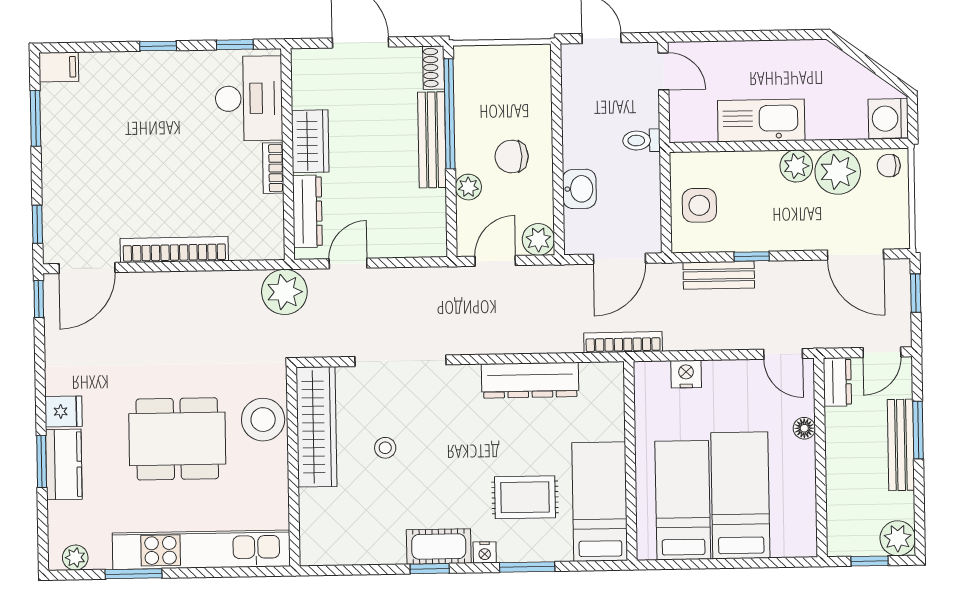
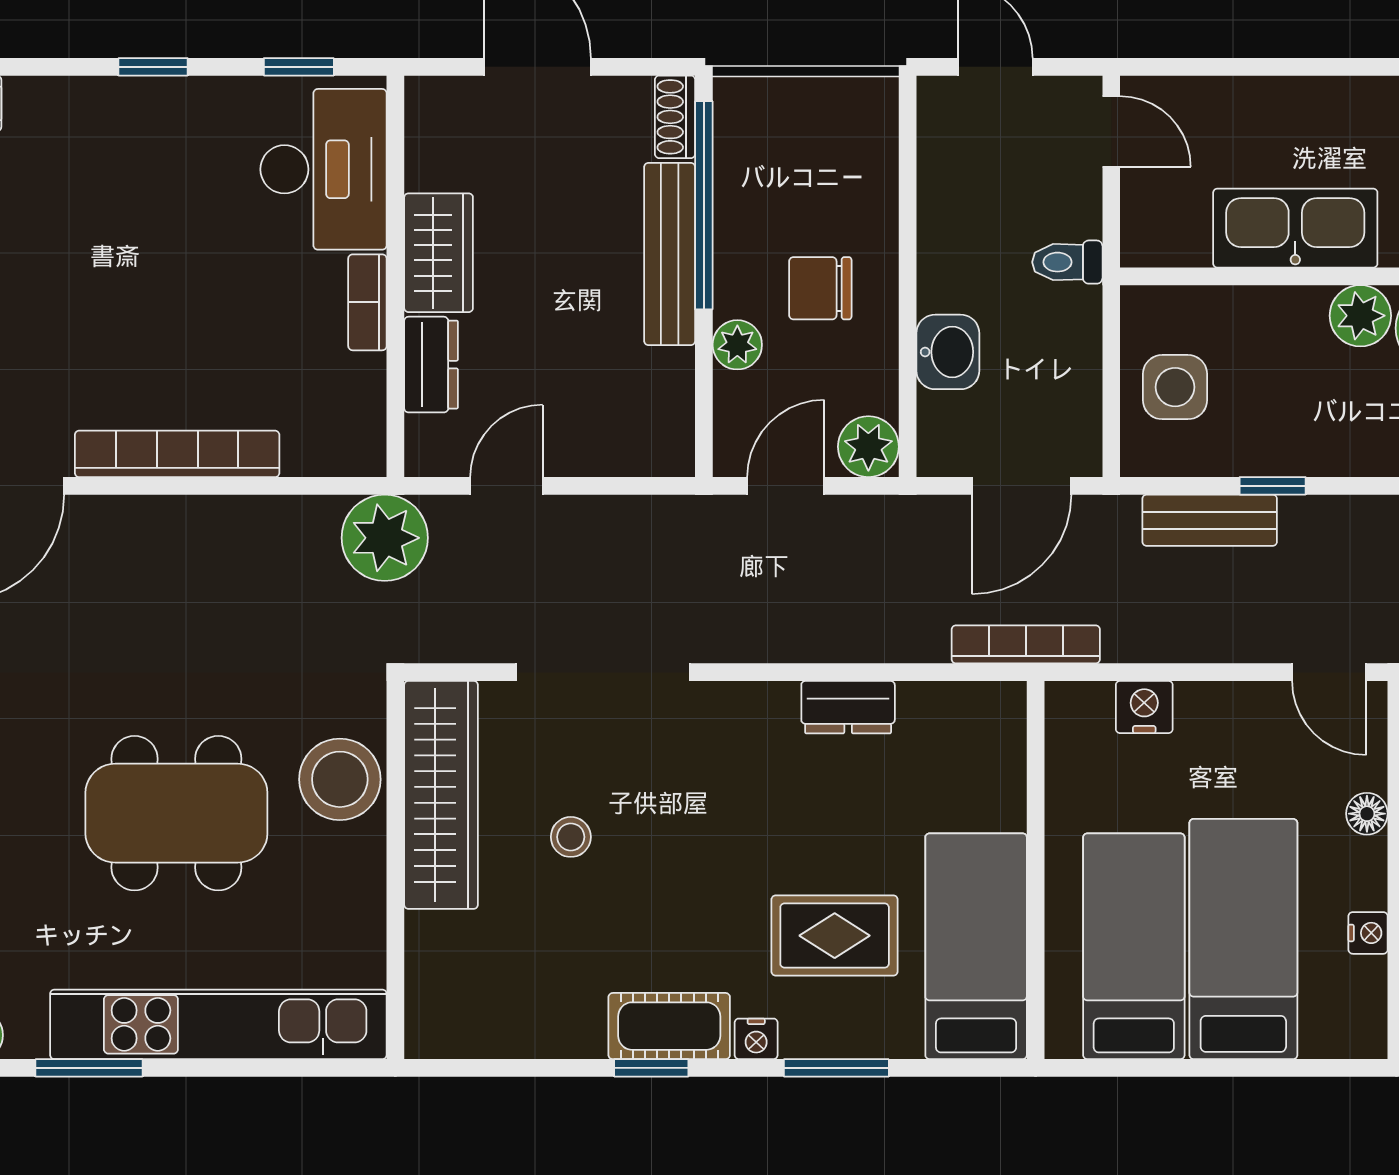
dresser: (307, 211) -> (431, 365), width x0.70
dresser: (530, 380) -> (848, 707), width x0.51, depth x0.80
nightstand: (806, 491) -> (1368, 933), added

